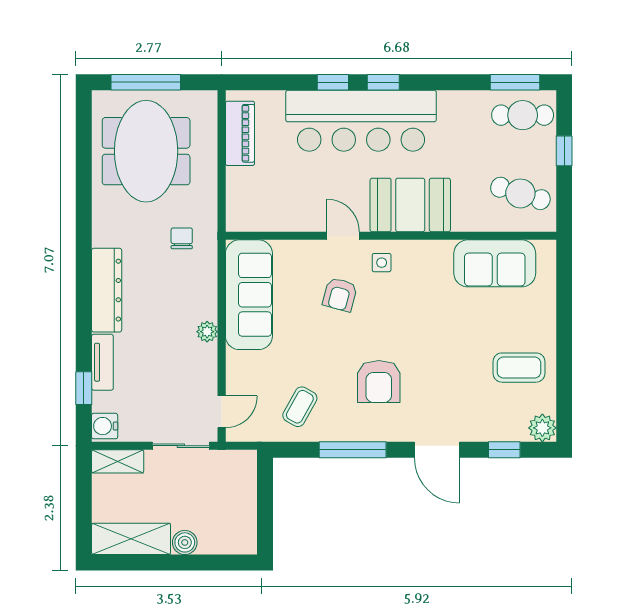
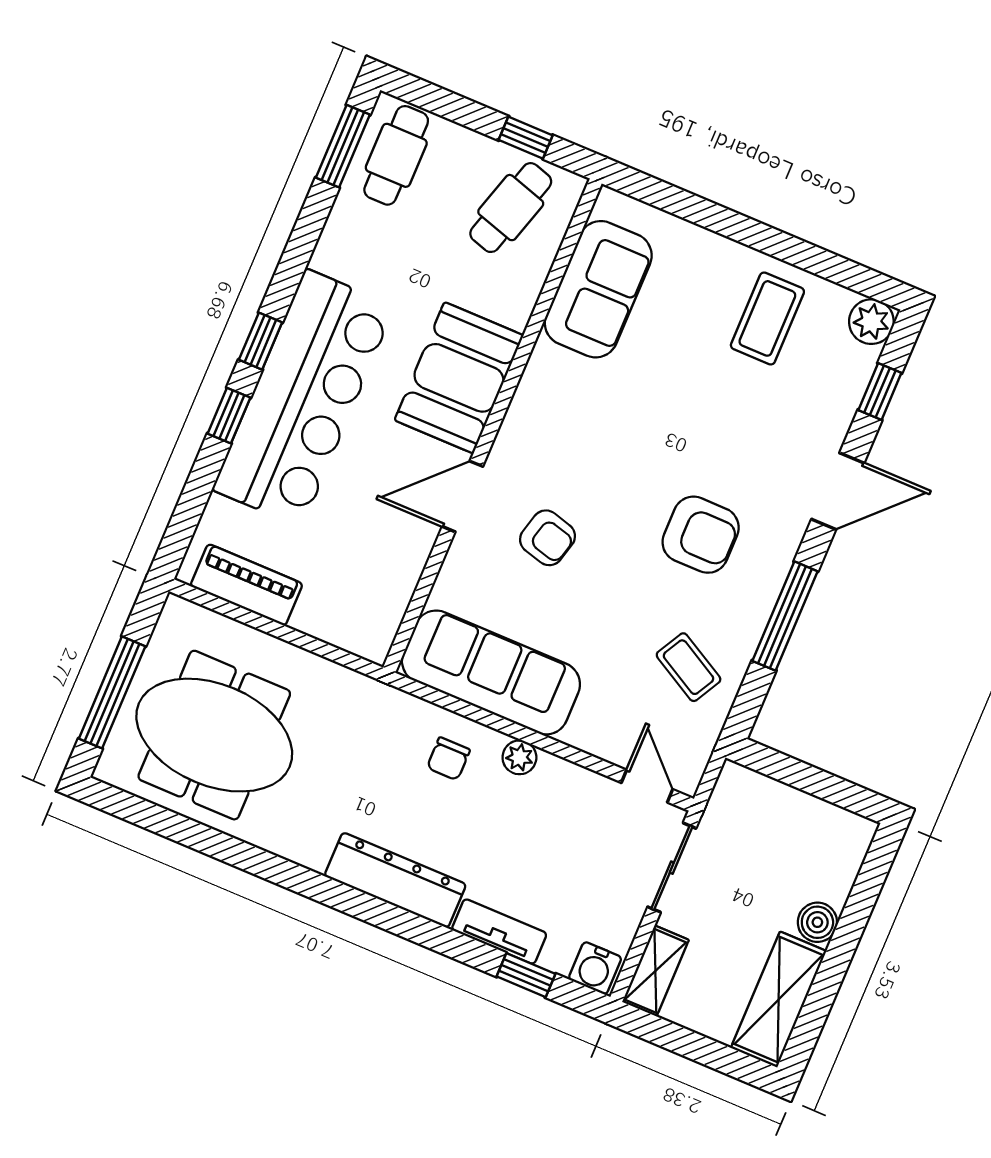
window: (564, 151) -> (526, 138), moved
door: (343, 236) -> (463, 496), width x1.38
chair: (182, 238) -> (448, 759), moved, turned -90
side table: (382, 263) -> (526, 456), removed

